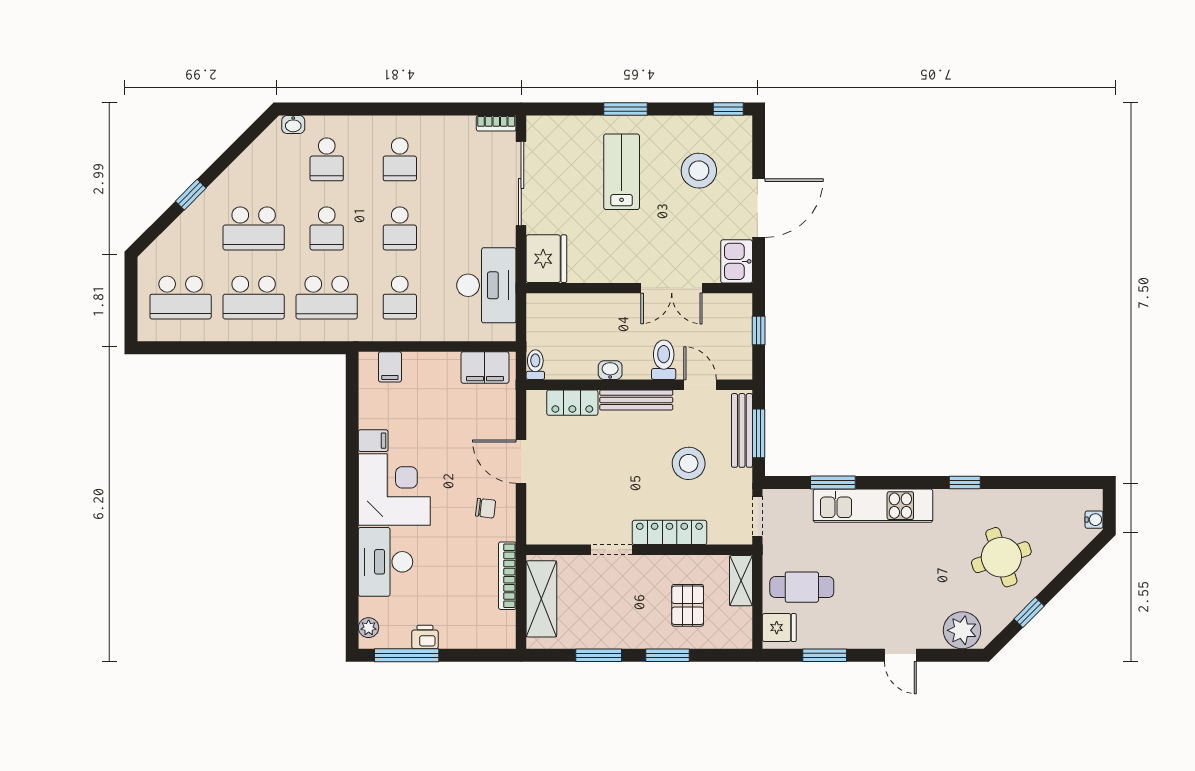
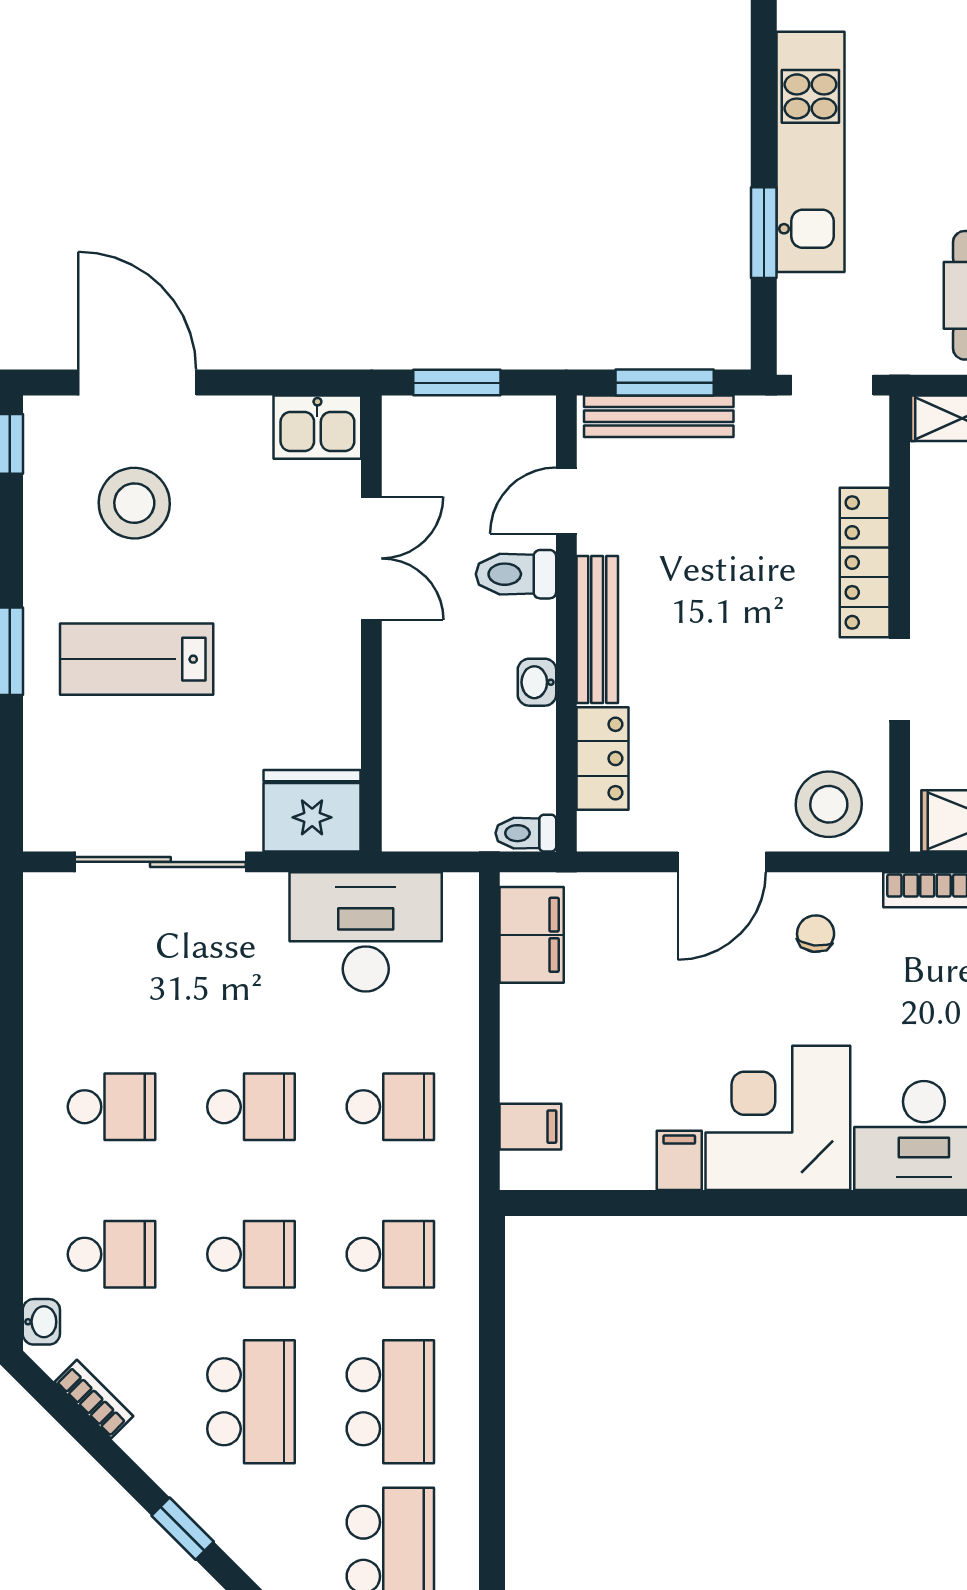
bookcase: (496, 123) -> (94, 1399), moved, turned -45
door: (759, 208) -> (137, 383), moved
school desk: (327, 297) -> (390, 1254), width x0.54
window: (759, 330) -> (457, 383), width x1.50
stool: (689, 463) -> (829, 804), moved

